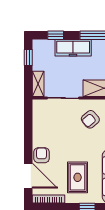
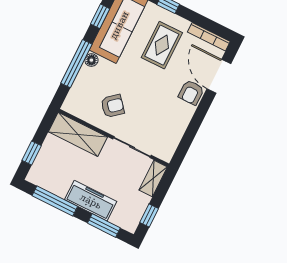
window: (56, 35) -> (104, 226), width x1.50

